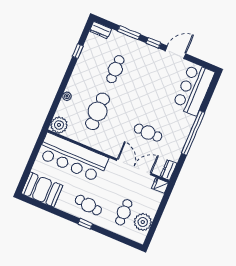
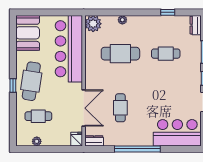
cafe table: (88, 205) -> (31, 81), width x1.37, depth x1.35
plant: (143, 222) -> (37, 141), width x0.53, depth x0.53

